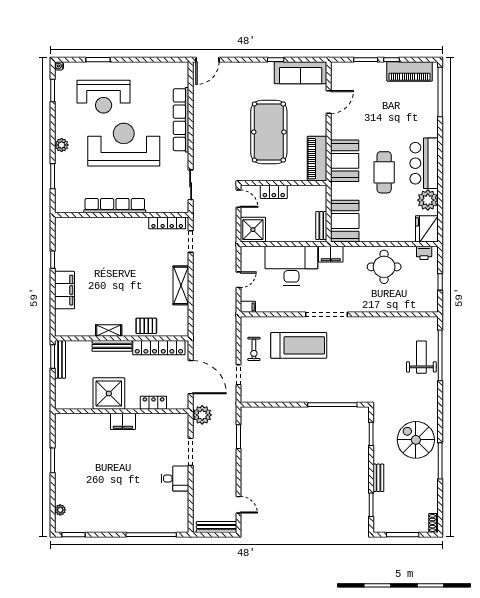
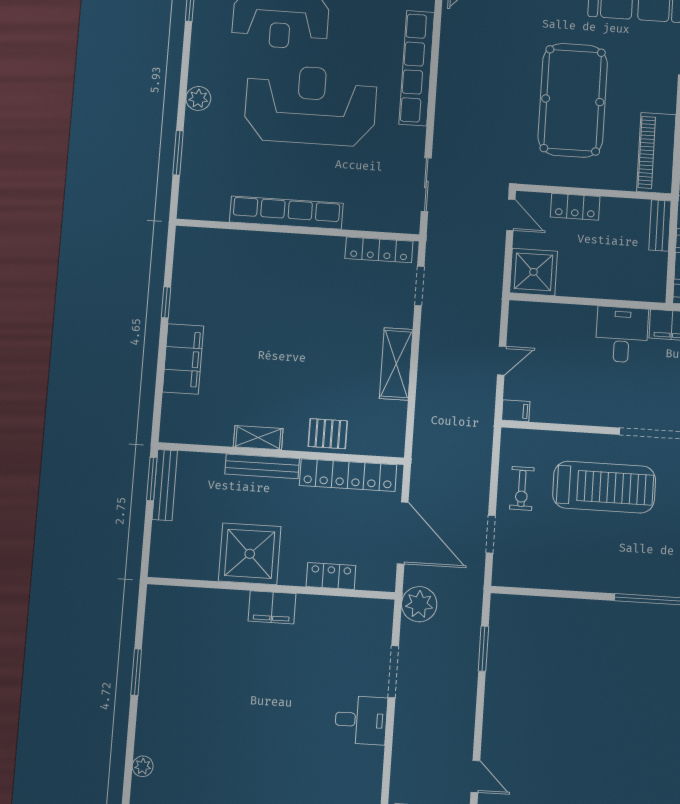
bench: (321, 226) -> (660, 225), moved
desk: (291, 266) -> (622, 335), width x0.53, depth x0.77

